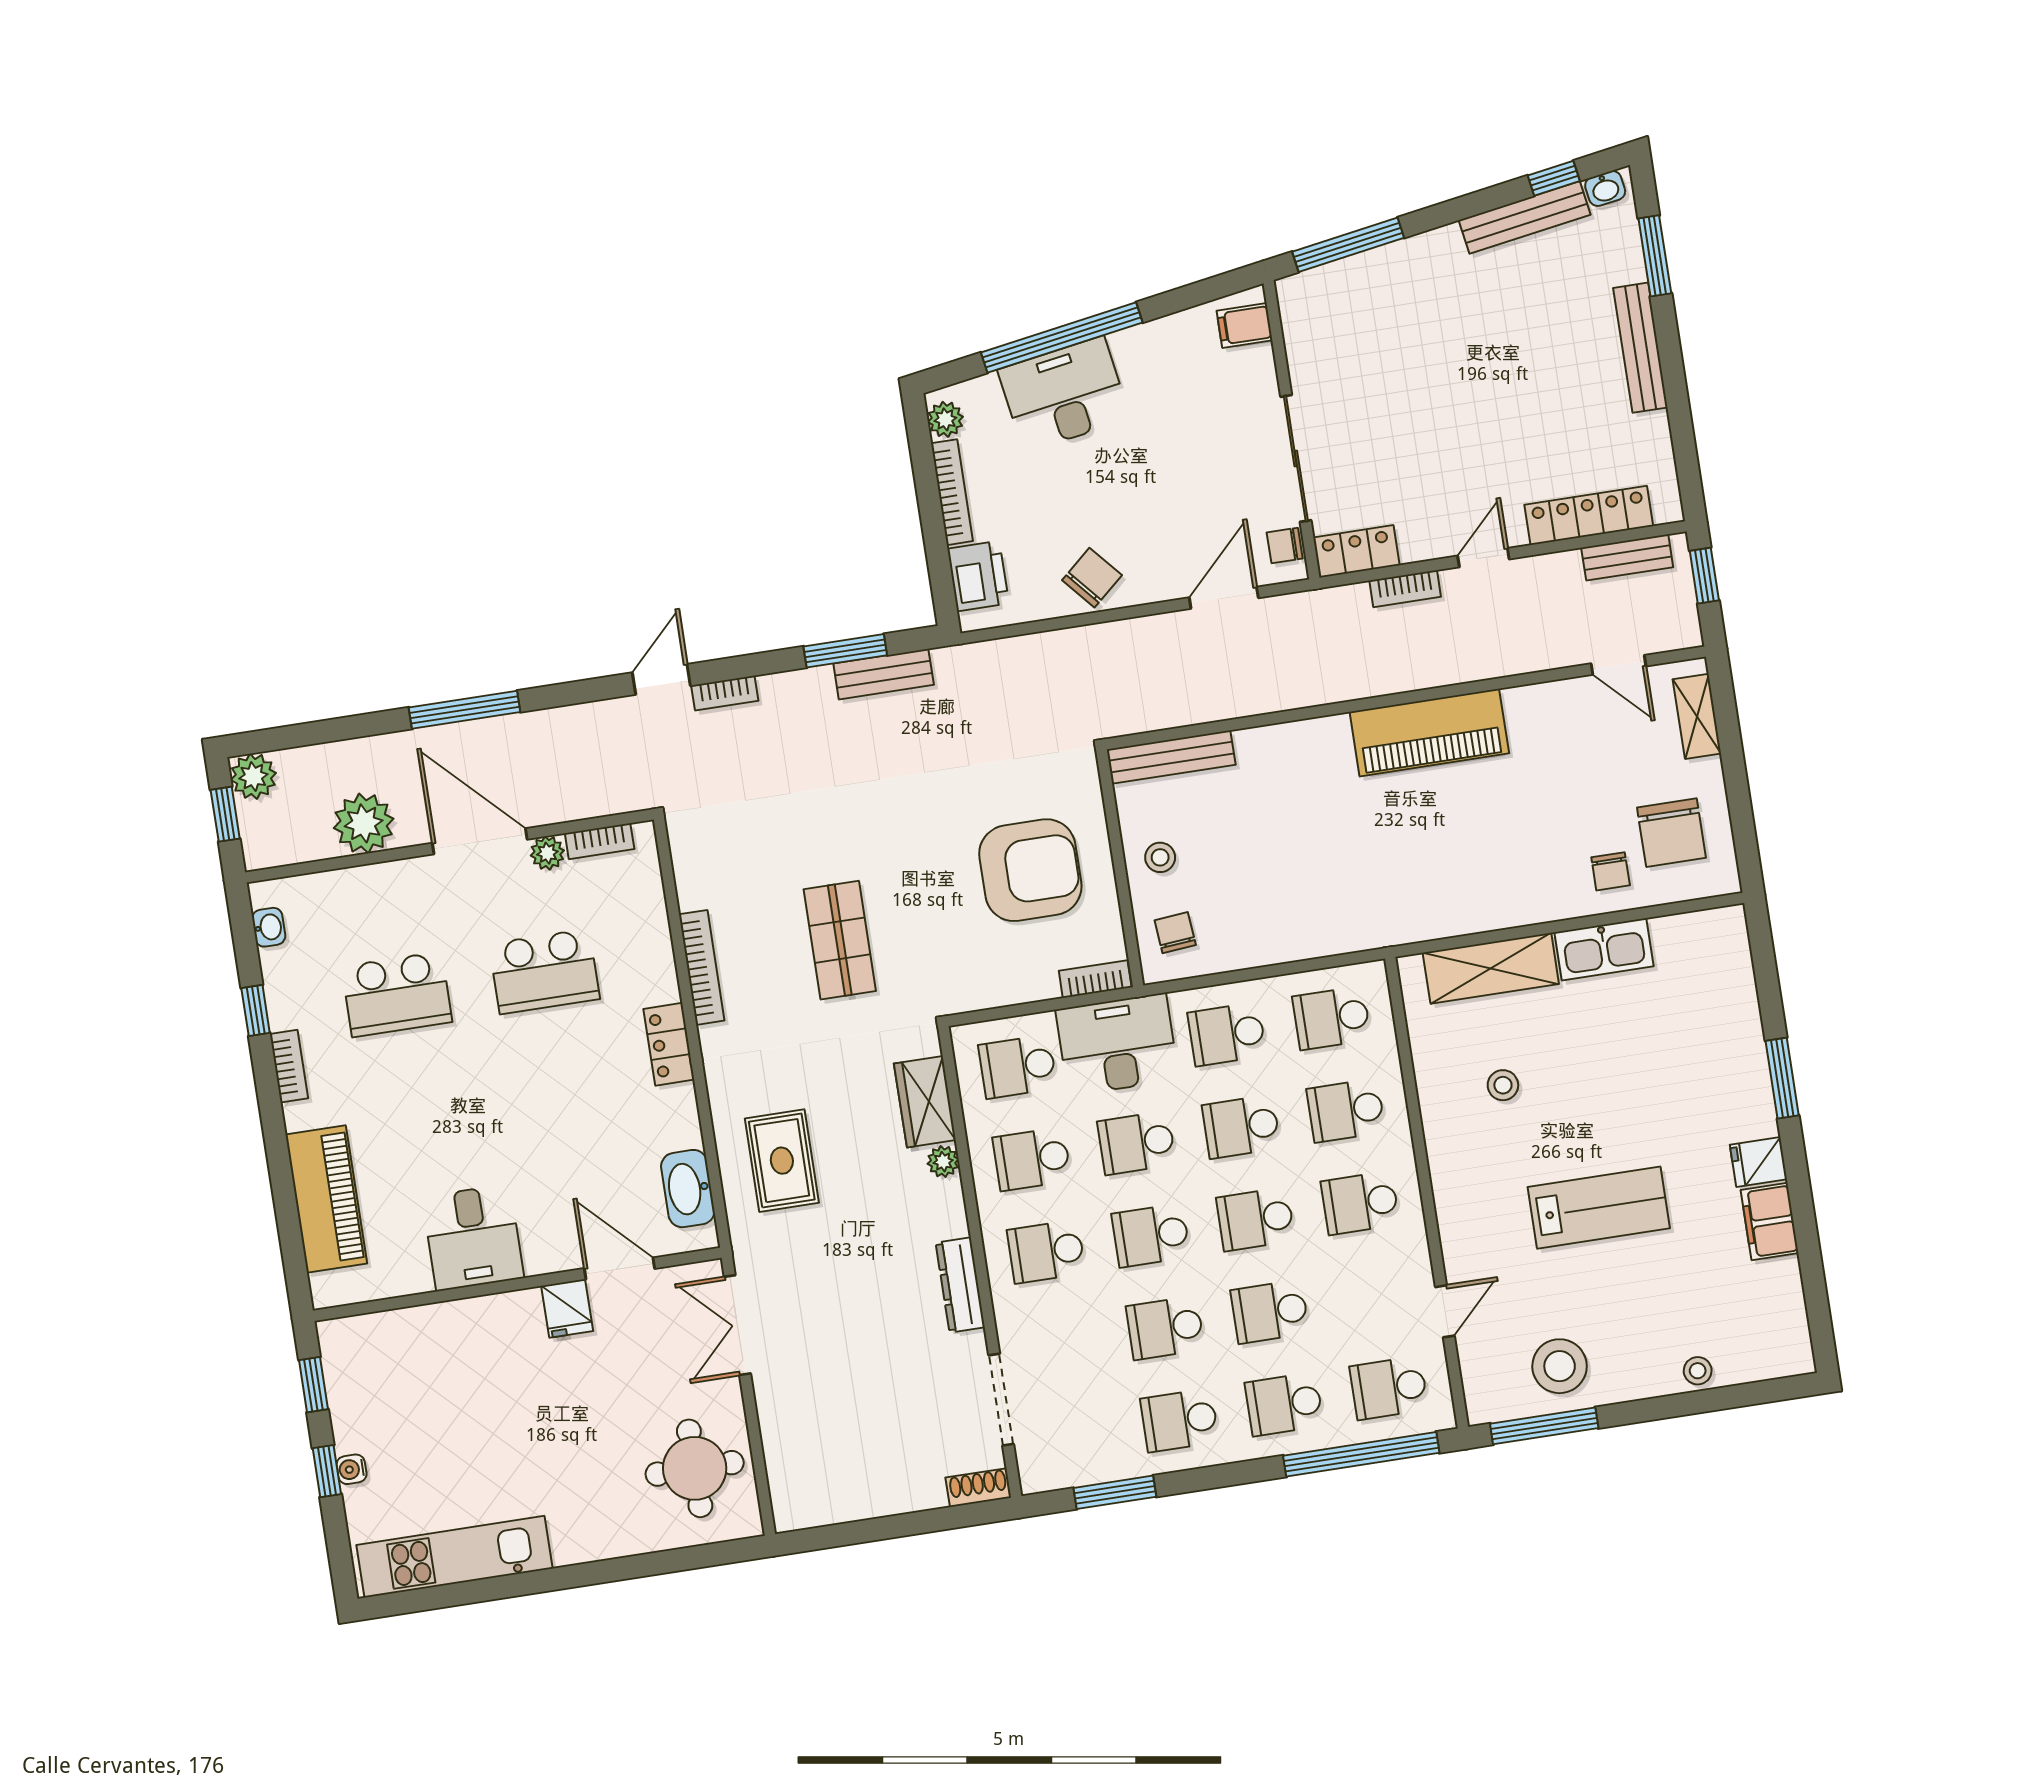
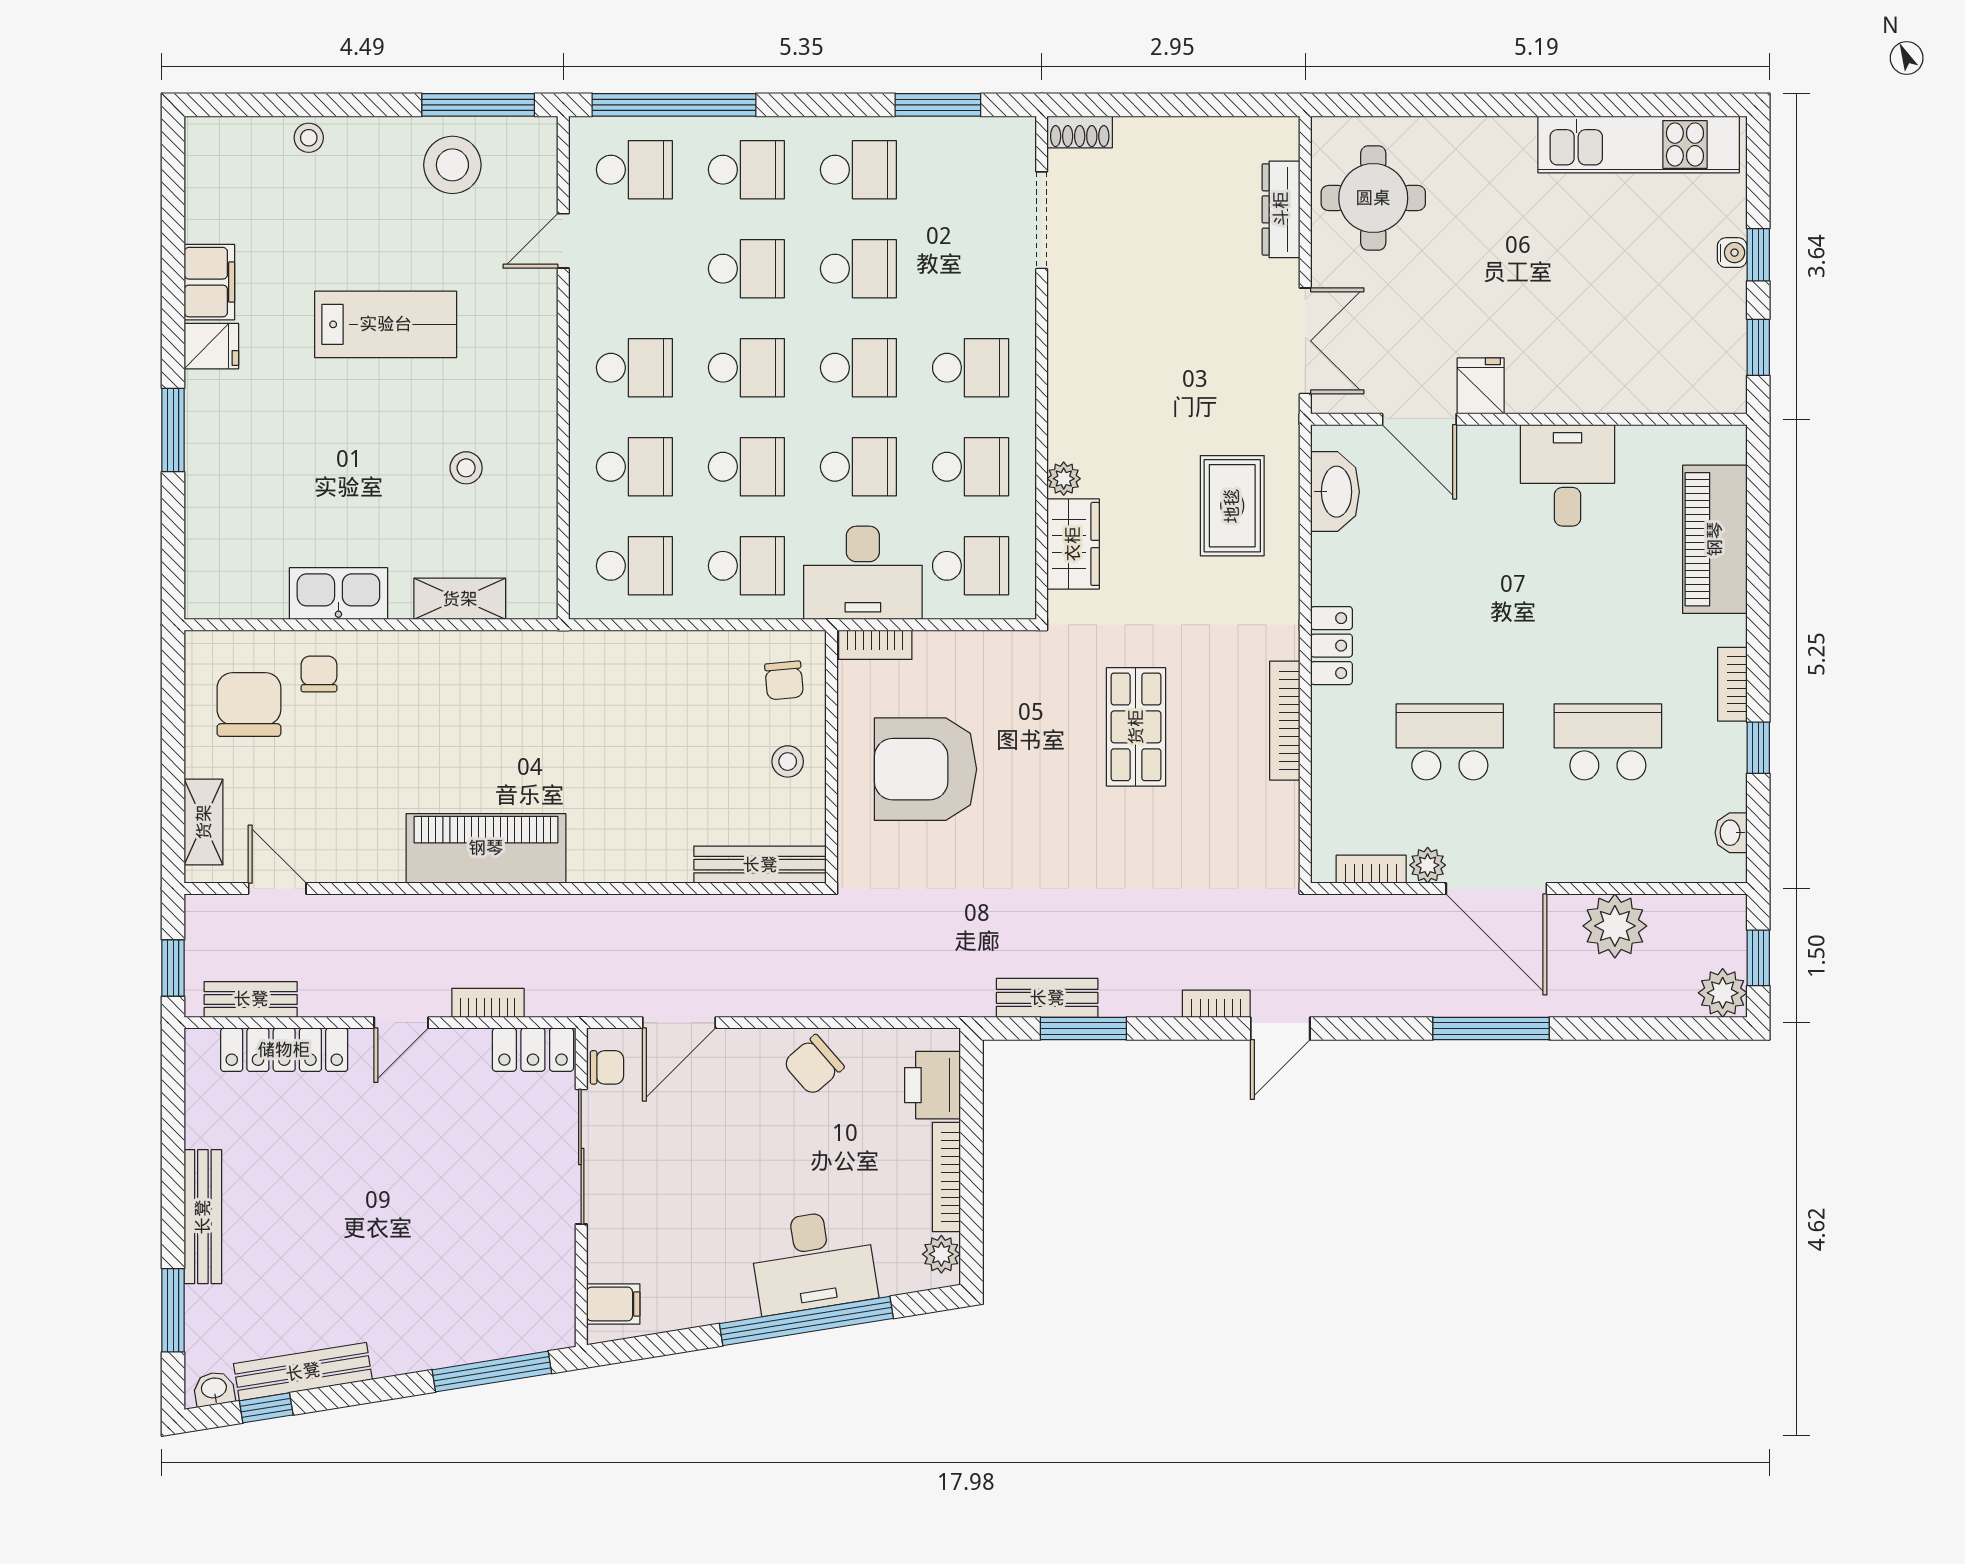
shelving: (1491, 968) -> (460, 599), width x0.67, depth x0.75
lab bench: (1599, 1208) -> (386, 324), turned 180
dresser: (960, 1285) -> (1281, 209), moved, turned 180

